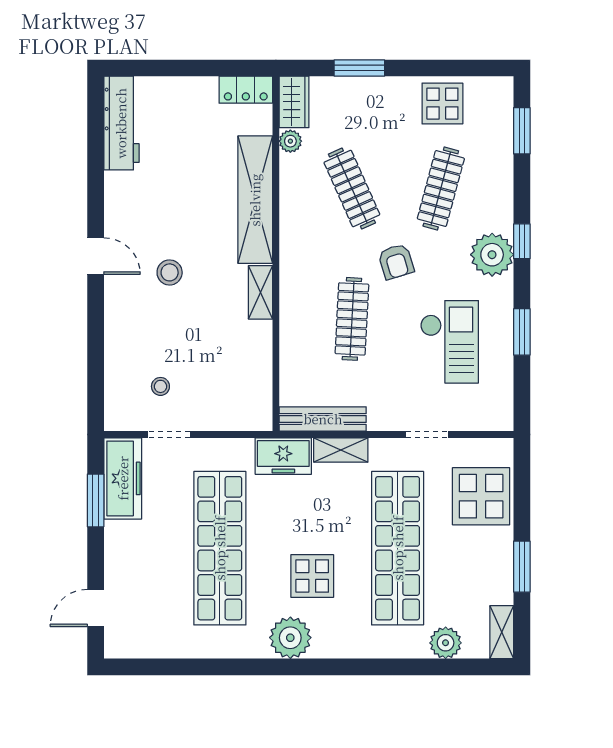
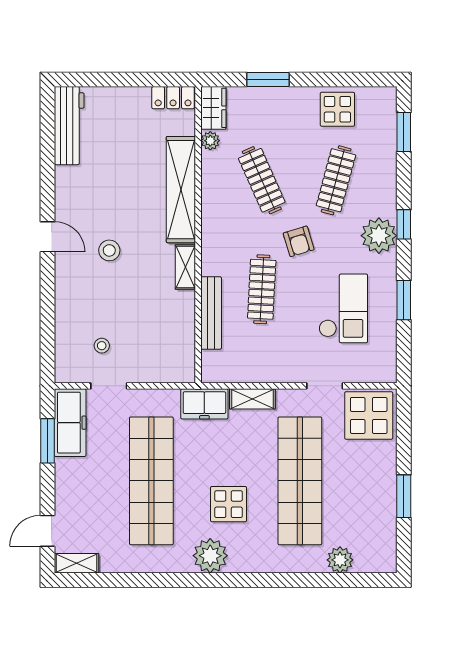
bench: (323, 419) -> (211, 313), moved, turned 90
display table: (481, 496) -> (369, 415), moved
shelving: (502, 632) -> (76, 563), moved, turned 90

